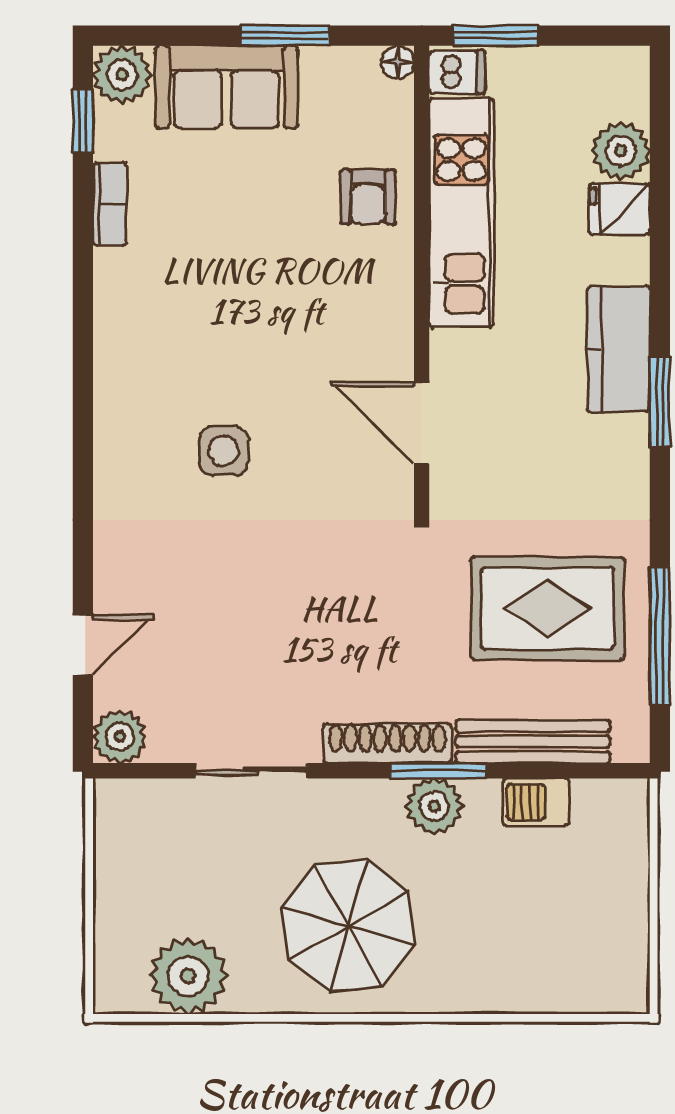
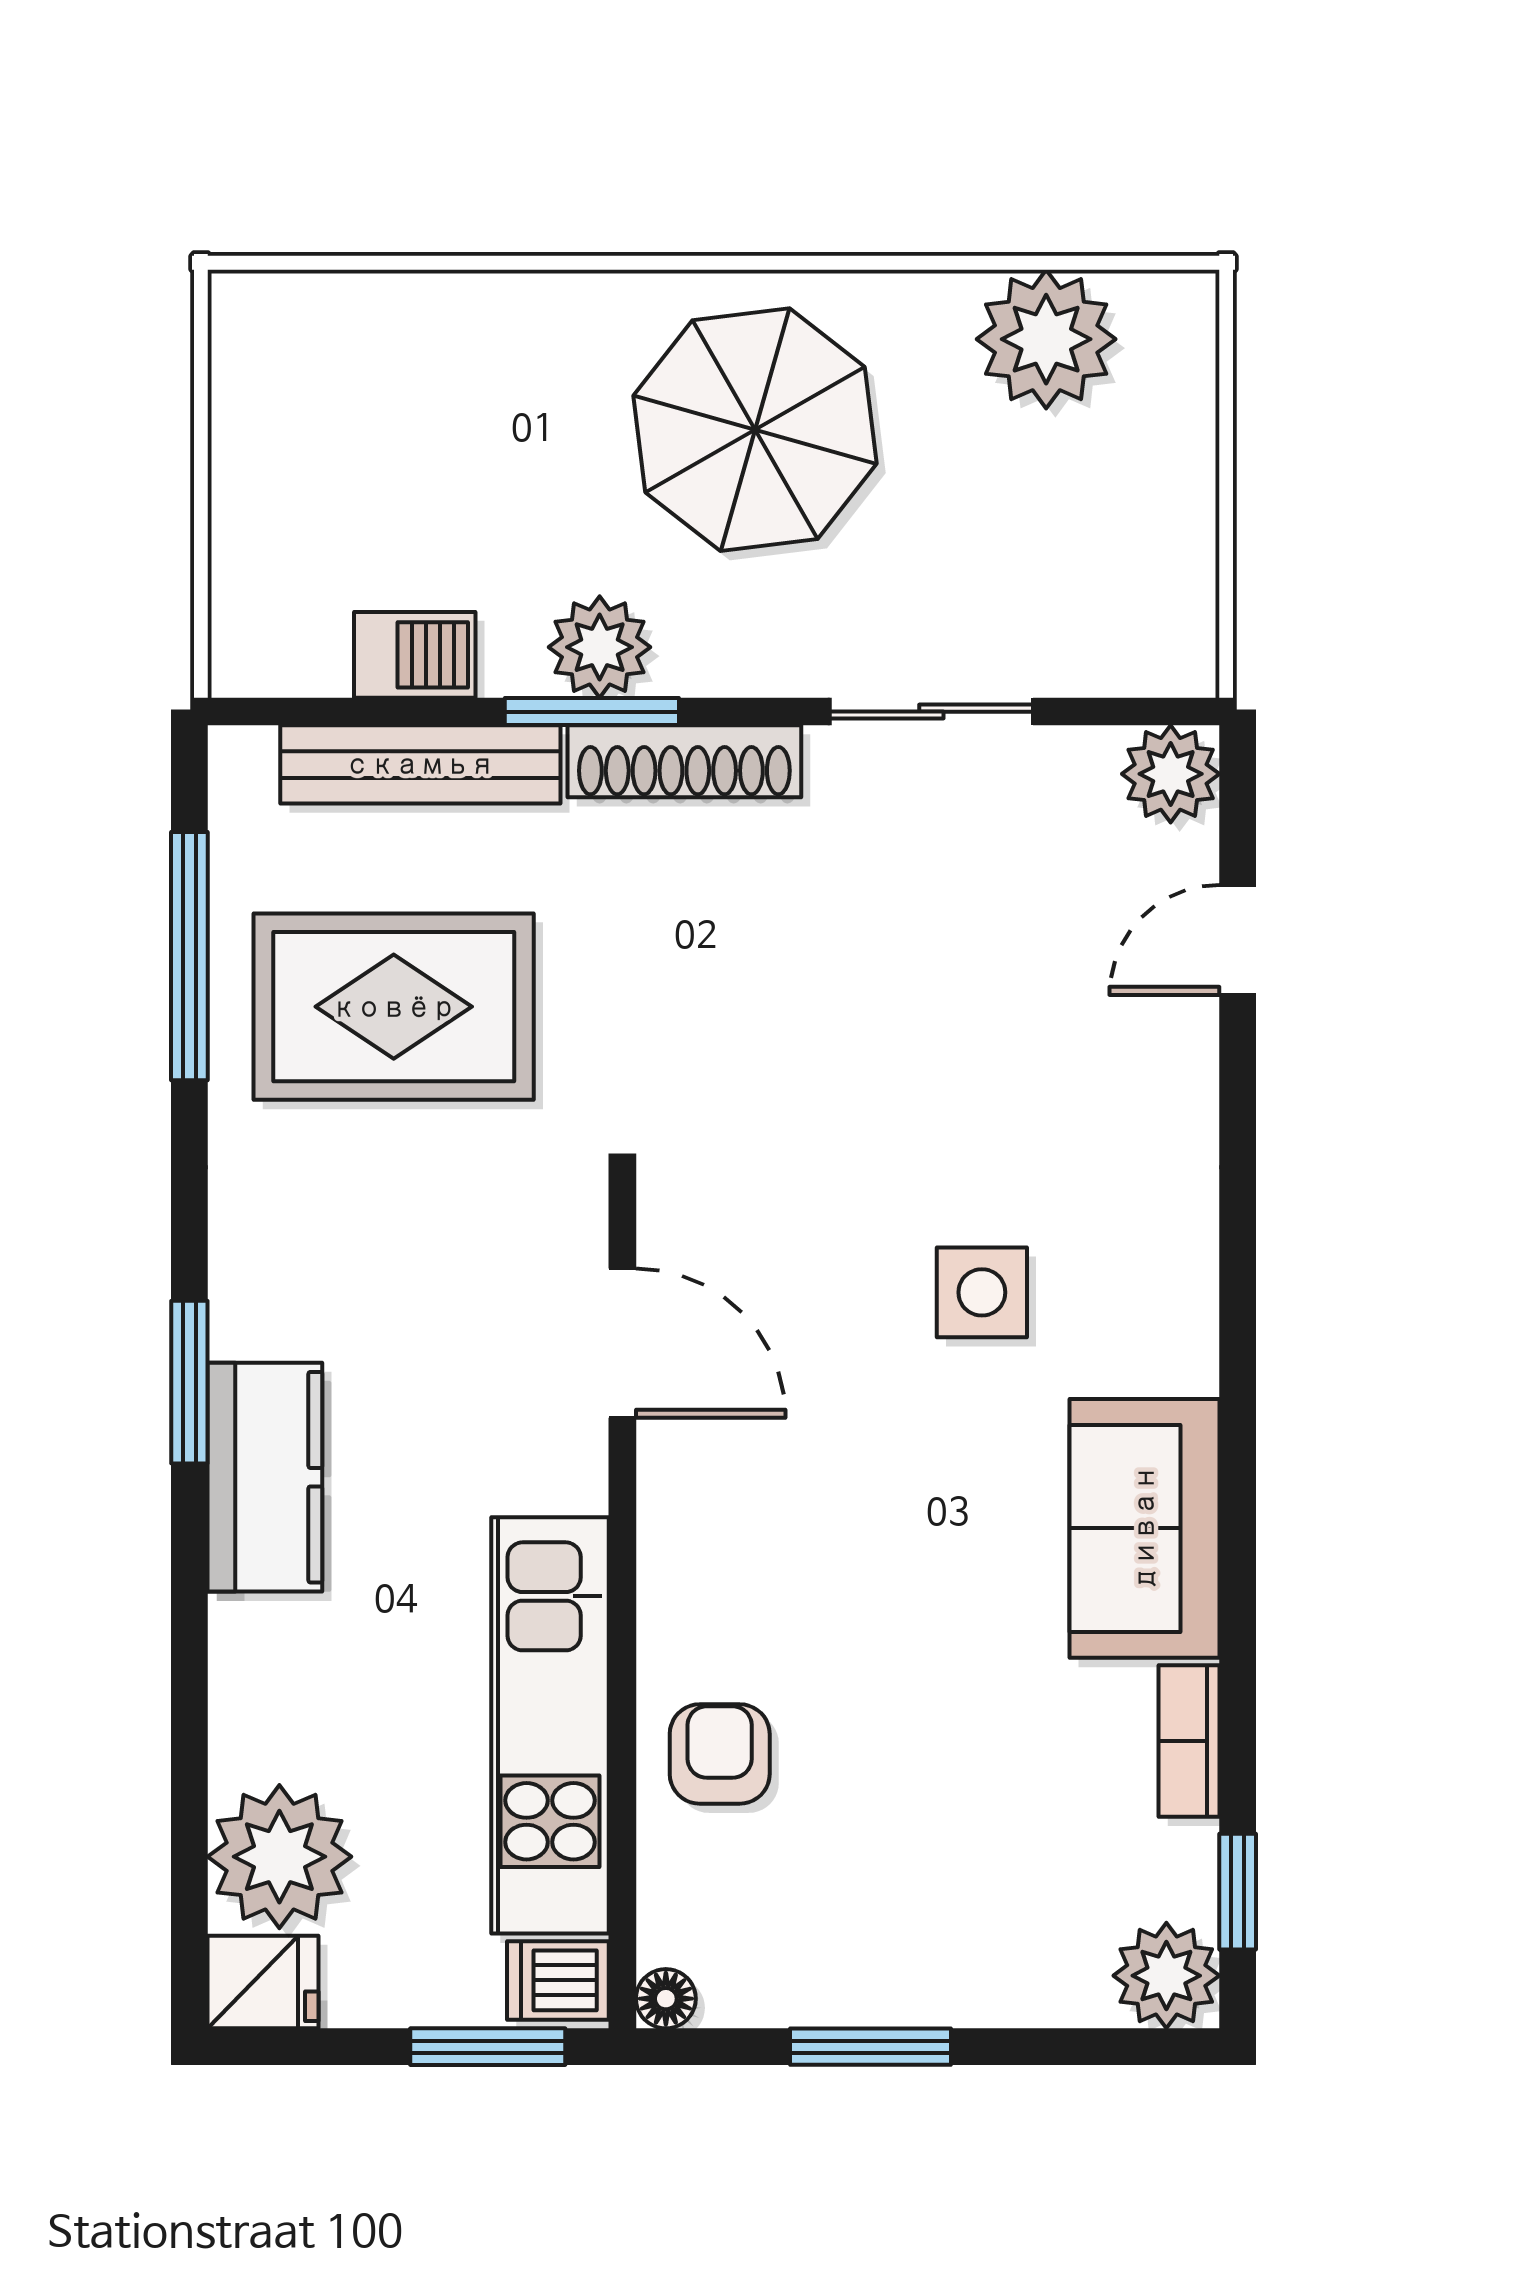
sofa: (227, 87) -> (1144, 1528), moved, turned -90
plant: (621, 151) -> (279, 1857), width x1.36, depth x1.36
fridge: (619, 209) -> (263, 1982), moved

